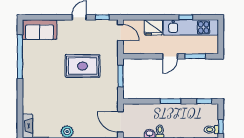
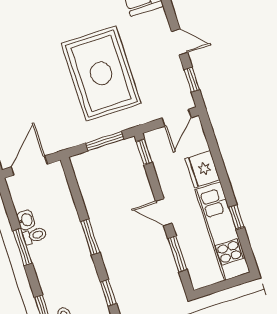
window: (133, 56) -> (144, 152), added
rug: (83, 66) -> (101, 73), width x1.37, depth x1.44

